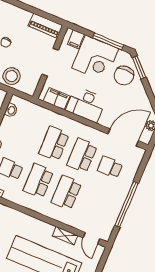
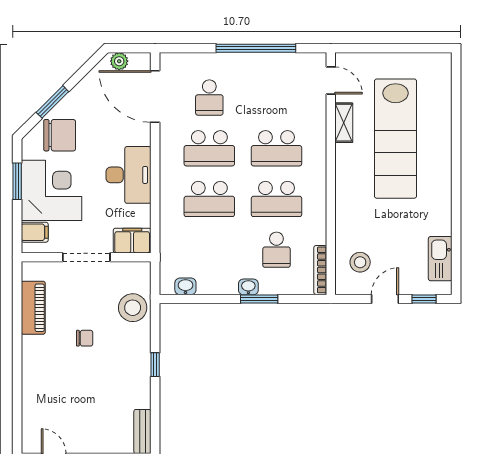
piano: (45, 26) -> (33, 308), moved
window: (108, 41) -> (17, 181), width x0.69
window: (139, 67) -> (52, 102), moved
filing cabinet: (57, 99) -> (132, 241), moved, turned 90
door: (91, 238) -> (331, 80), hinge flipped

